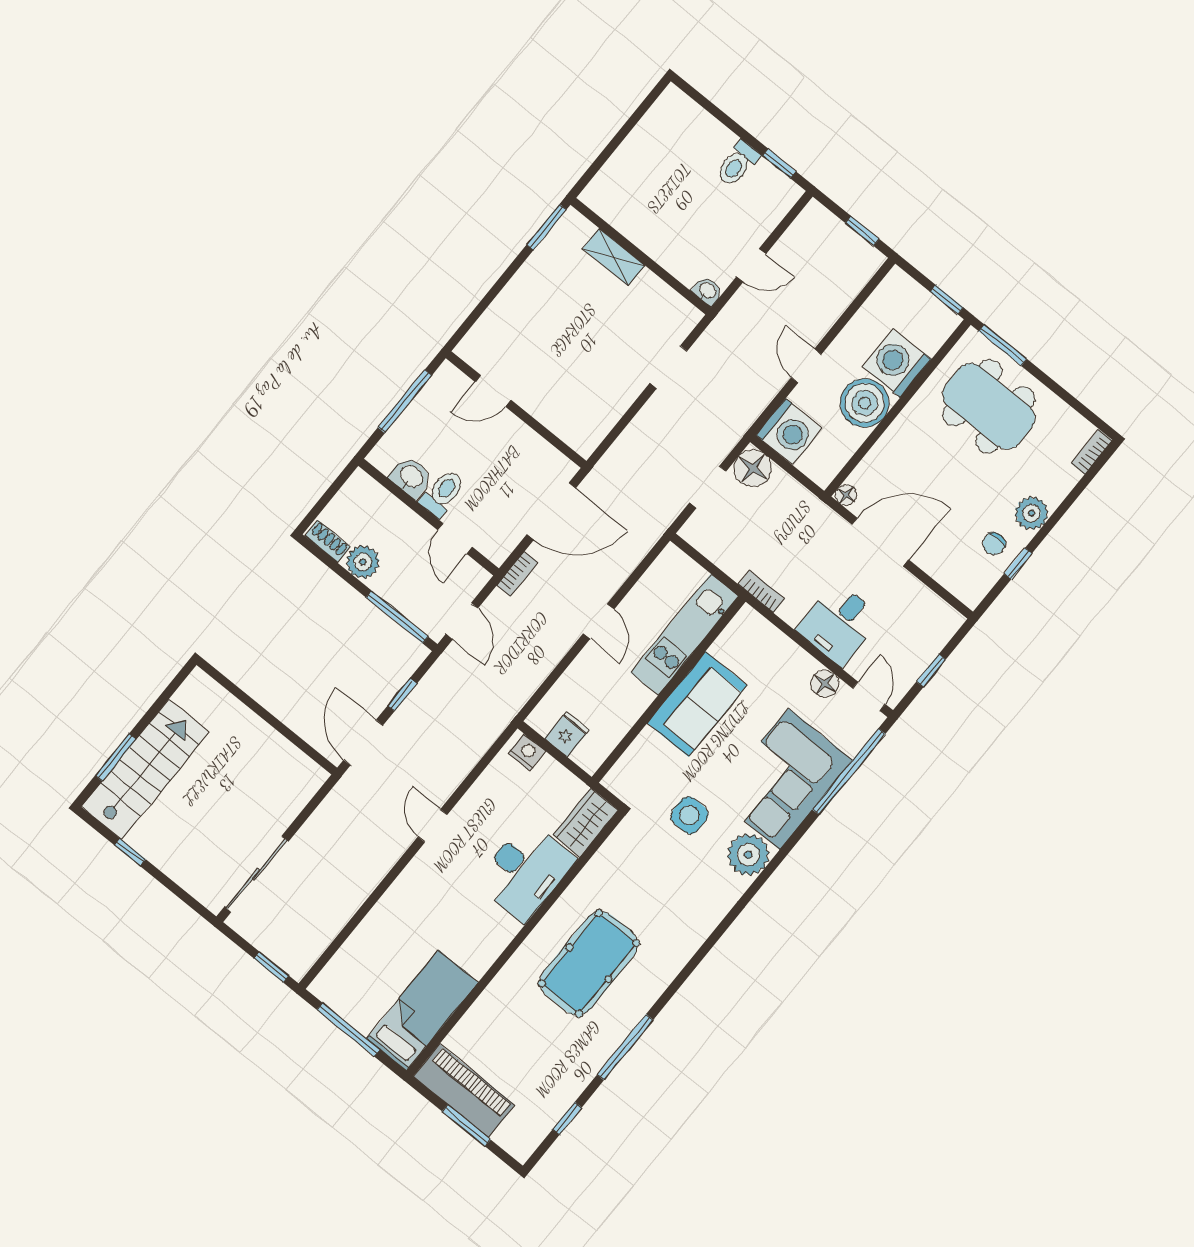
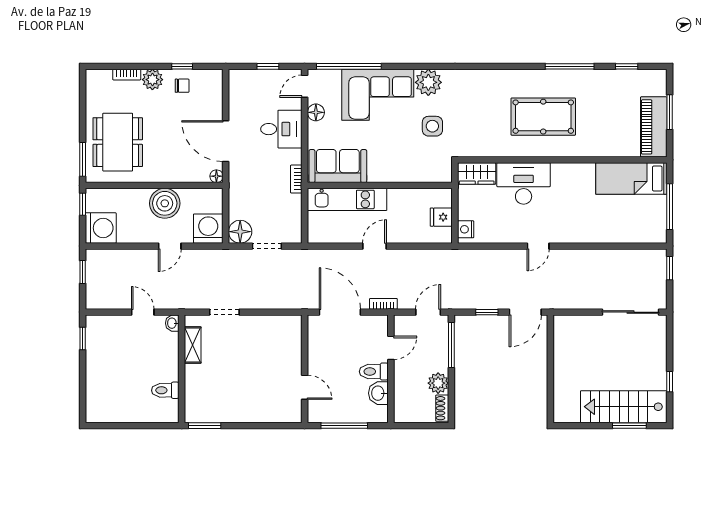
toilet: (738, 164) -> (165, 390), moved, turned 180
shelving: (614, 257) -> (193, 345), moved
washing machine: (897, 363) -> (101, 228), moved, turned -90
bookcase: (1092, 452) -> (127, 75), moved
sofa: (697, 704) -> (338, 166), moved

